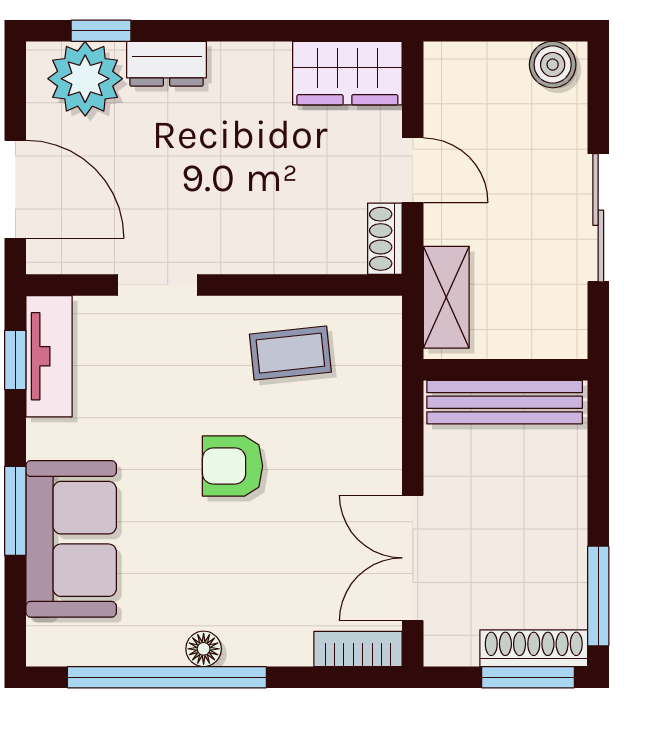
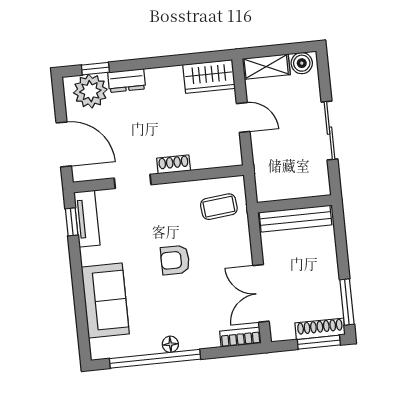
shoe rack: (385, 239) -> (174, 164), moved, turned 90
shelving: (446, 297) -> (266, 67), moved, turned 90
coffee table: (290, 353) -> (219, 207), moved
window: (15, 511) -> (79, 290), removed

